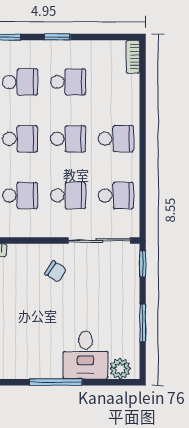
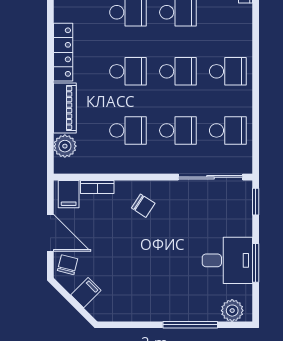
chair: (55, 271) -> (143, 206), moved
desk: (86, 355) -> (227, 260), moved, turned -90
window: (56, 382) -> (190, 325), moved

